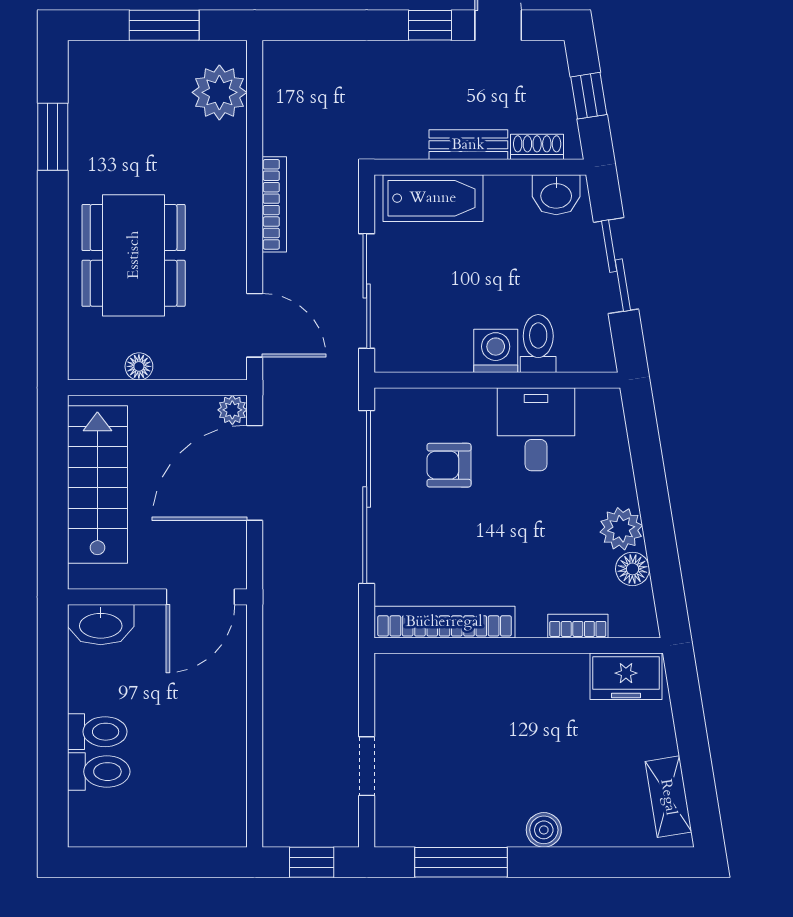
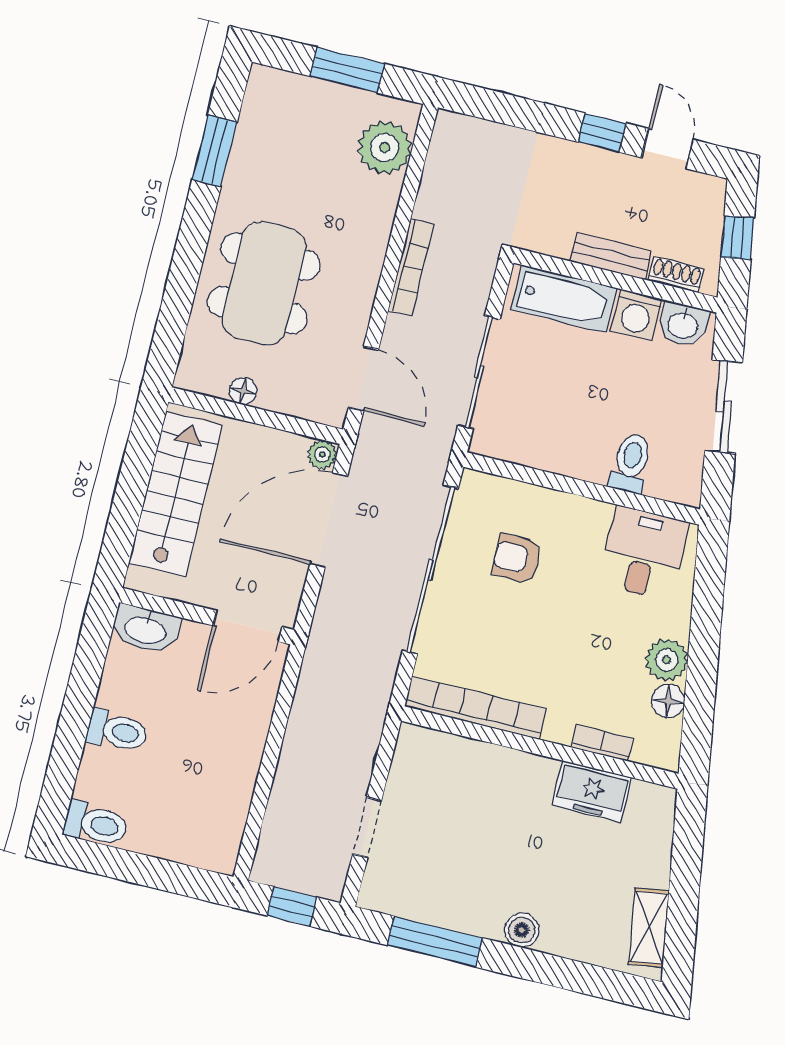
washing machine: (496, 351) -> (636, 315), moved, turned 180
desk: (536, 429) -> (644, 553), moved
freezer: (626, 676) -> (592, 791), moved
toilet: (99, 772) -> (96, 824), moved

